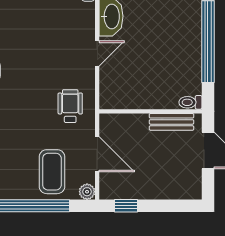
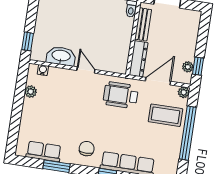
wheelchair: (70, 106) -> (121, 95), width x1.36, depth x1.37
dresser: (123, 123) -> (138, 59), added
plant: (123, 192) -> (188, 67), added

